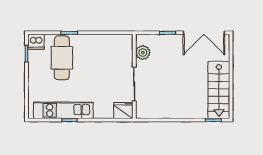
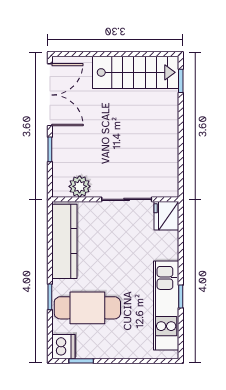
kitchen counter: (106, 42) -> (64, 241), added

